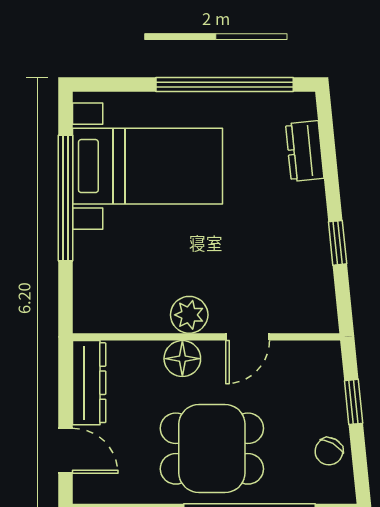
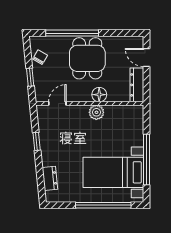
window: (225, 85) -> (103, 205), moved
door: (248, 337) -> (57, 103), moved
dining table: (212, 449) -> (87, 58), turned 90

